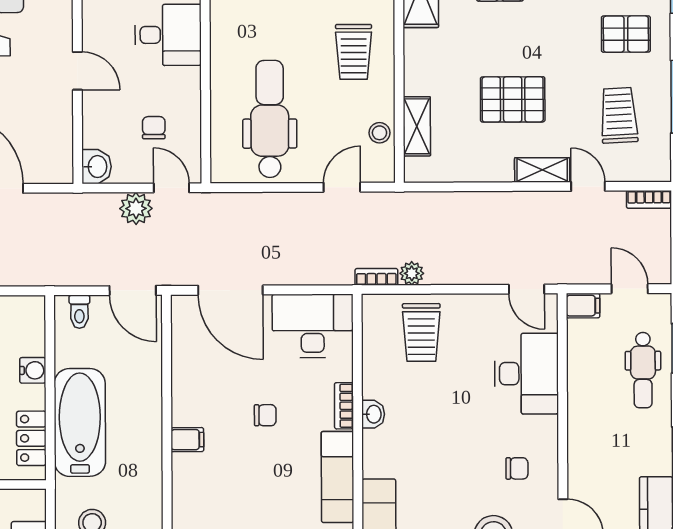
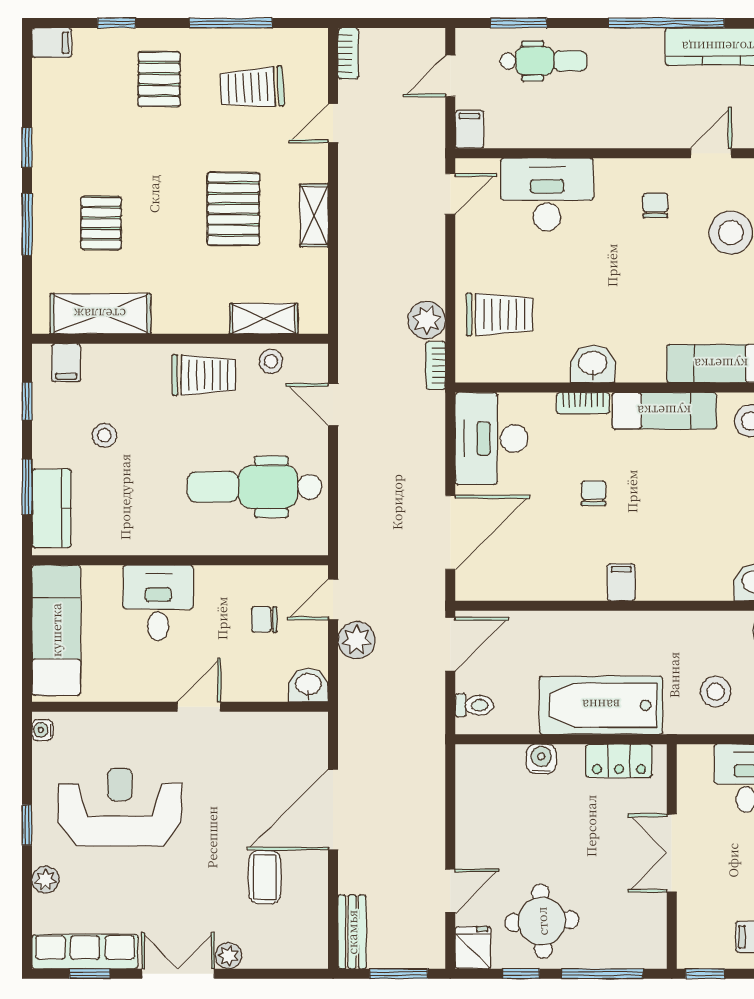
trolley: (354, 52) -> (204, 375), moved
shelving: (542, 170) -> (314, 215), moved
plant: (412, 273) -> (427, 320), width x1.38, depth x1.38
washbasin: (373, 414) -> (593, 364), width x1.38, depth x1.45

